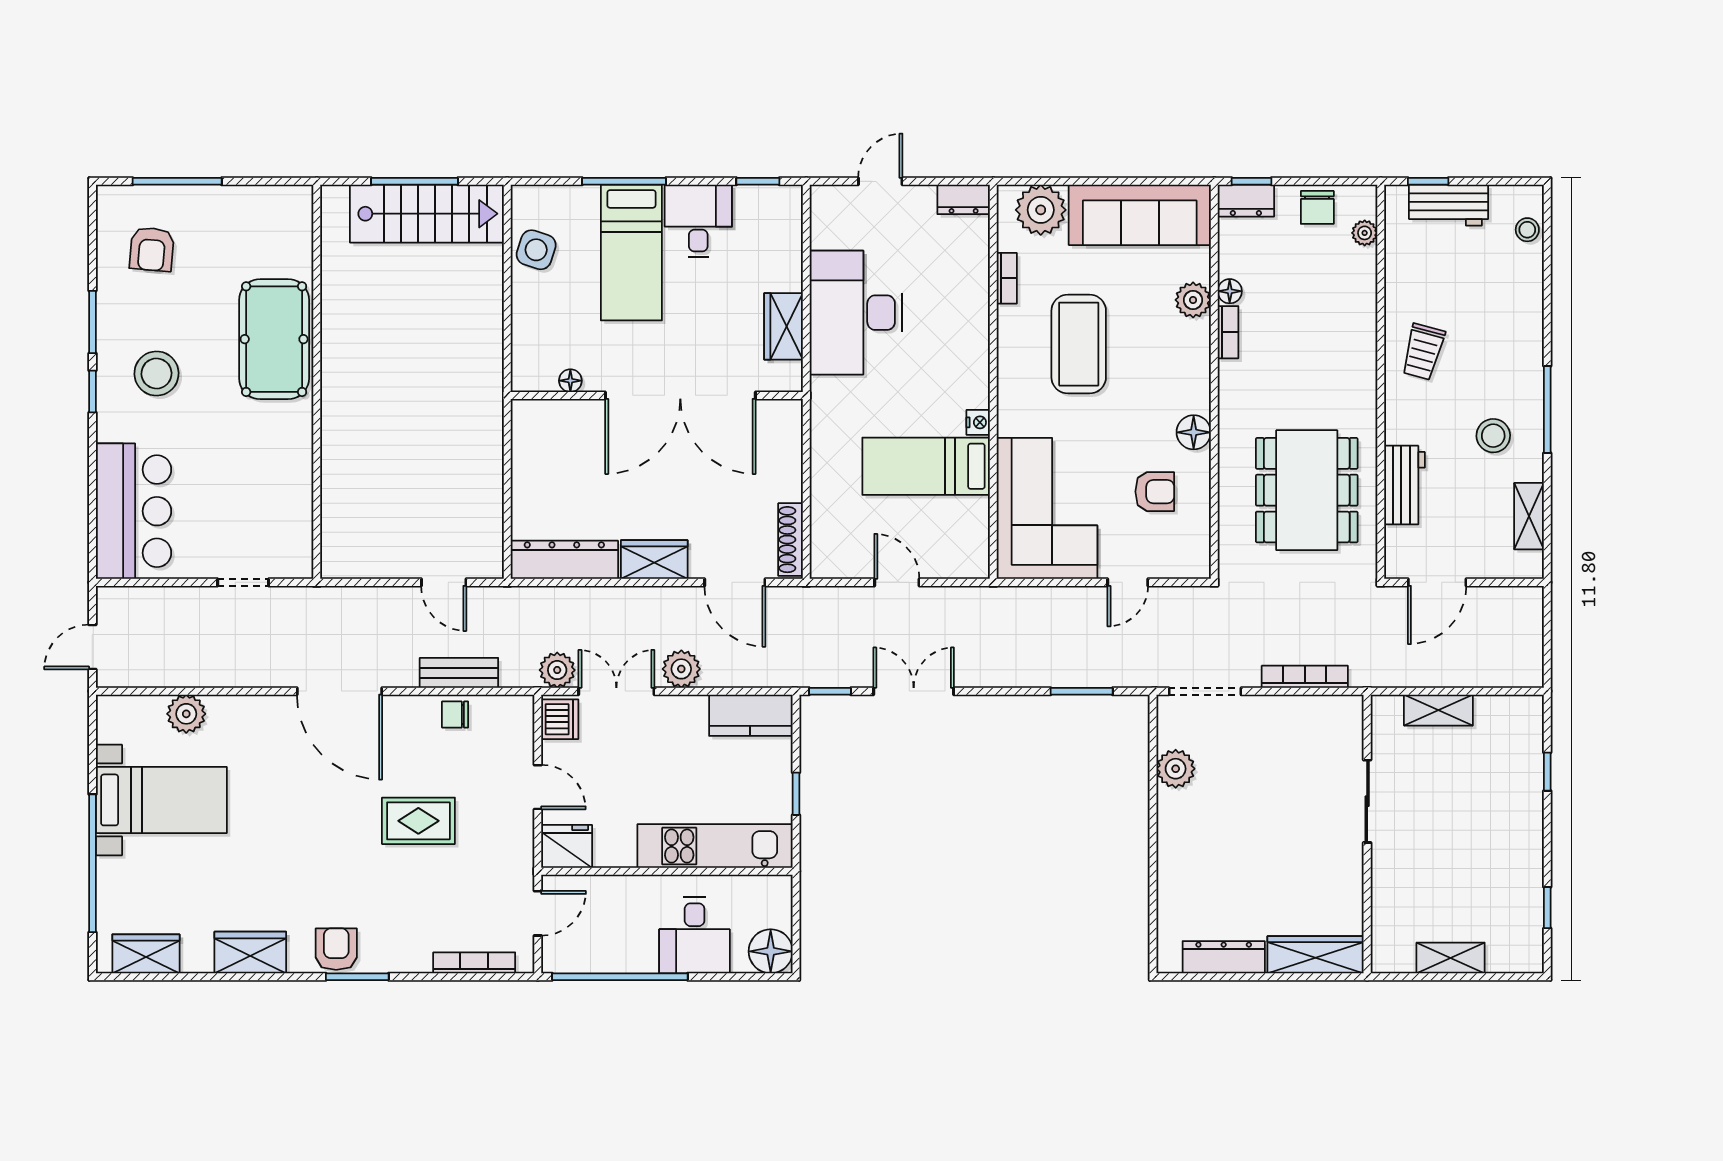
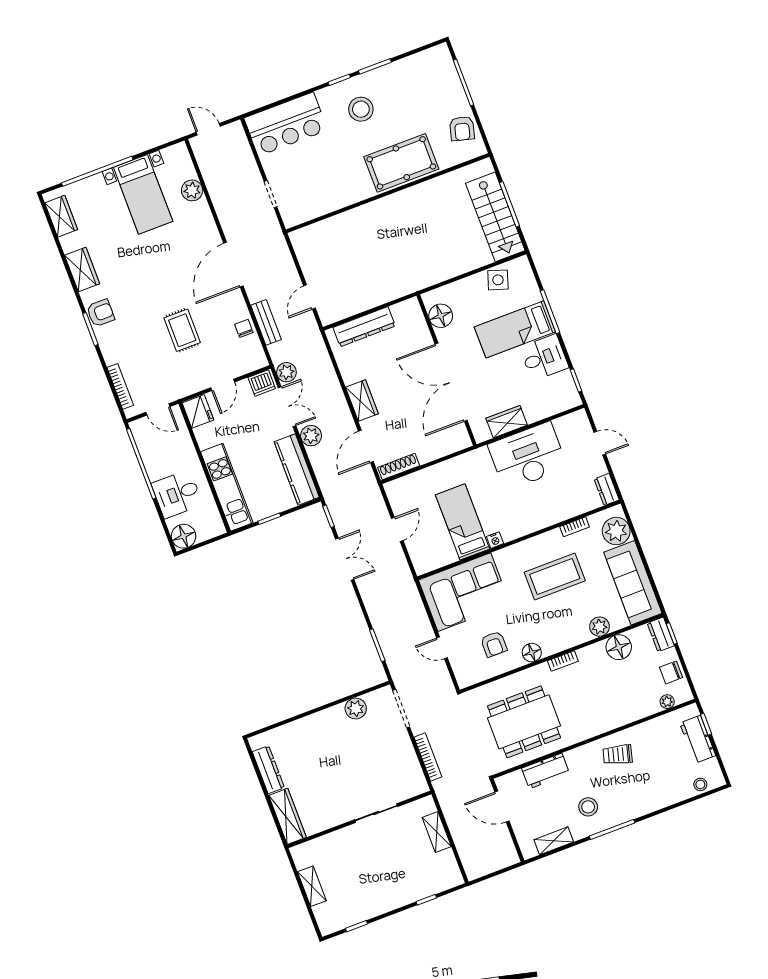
armchair: (152, 249) -> (462, 129), moved, turned -80
floor lamp: (1230, 291) -> (619, 647), width x1.89, depth x1.89
bookcase: (1228, 332) -> (563, 661), moved
floor lamp: (570, 381) -> (441, 316), width x1.89, depth x1.89
dresser: (564, 560) -> (364, 327), moved, turned 90
kitchen counter: (750, 715) -> (297, 469), width x1.50

